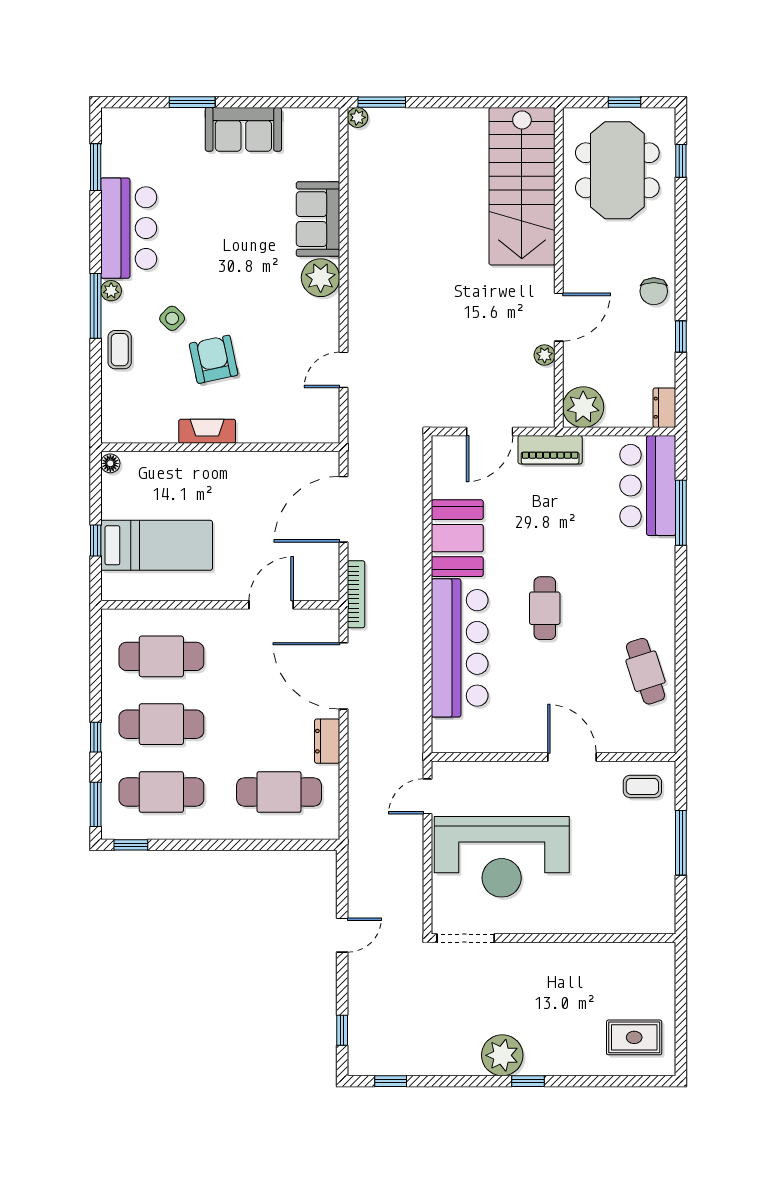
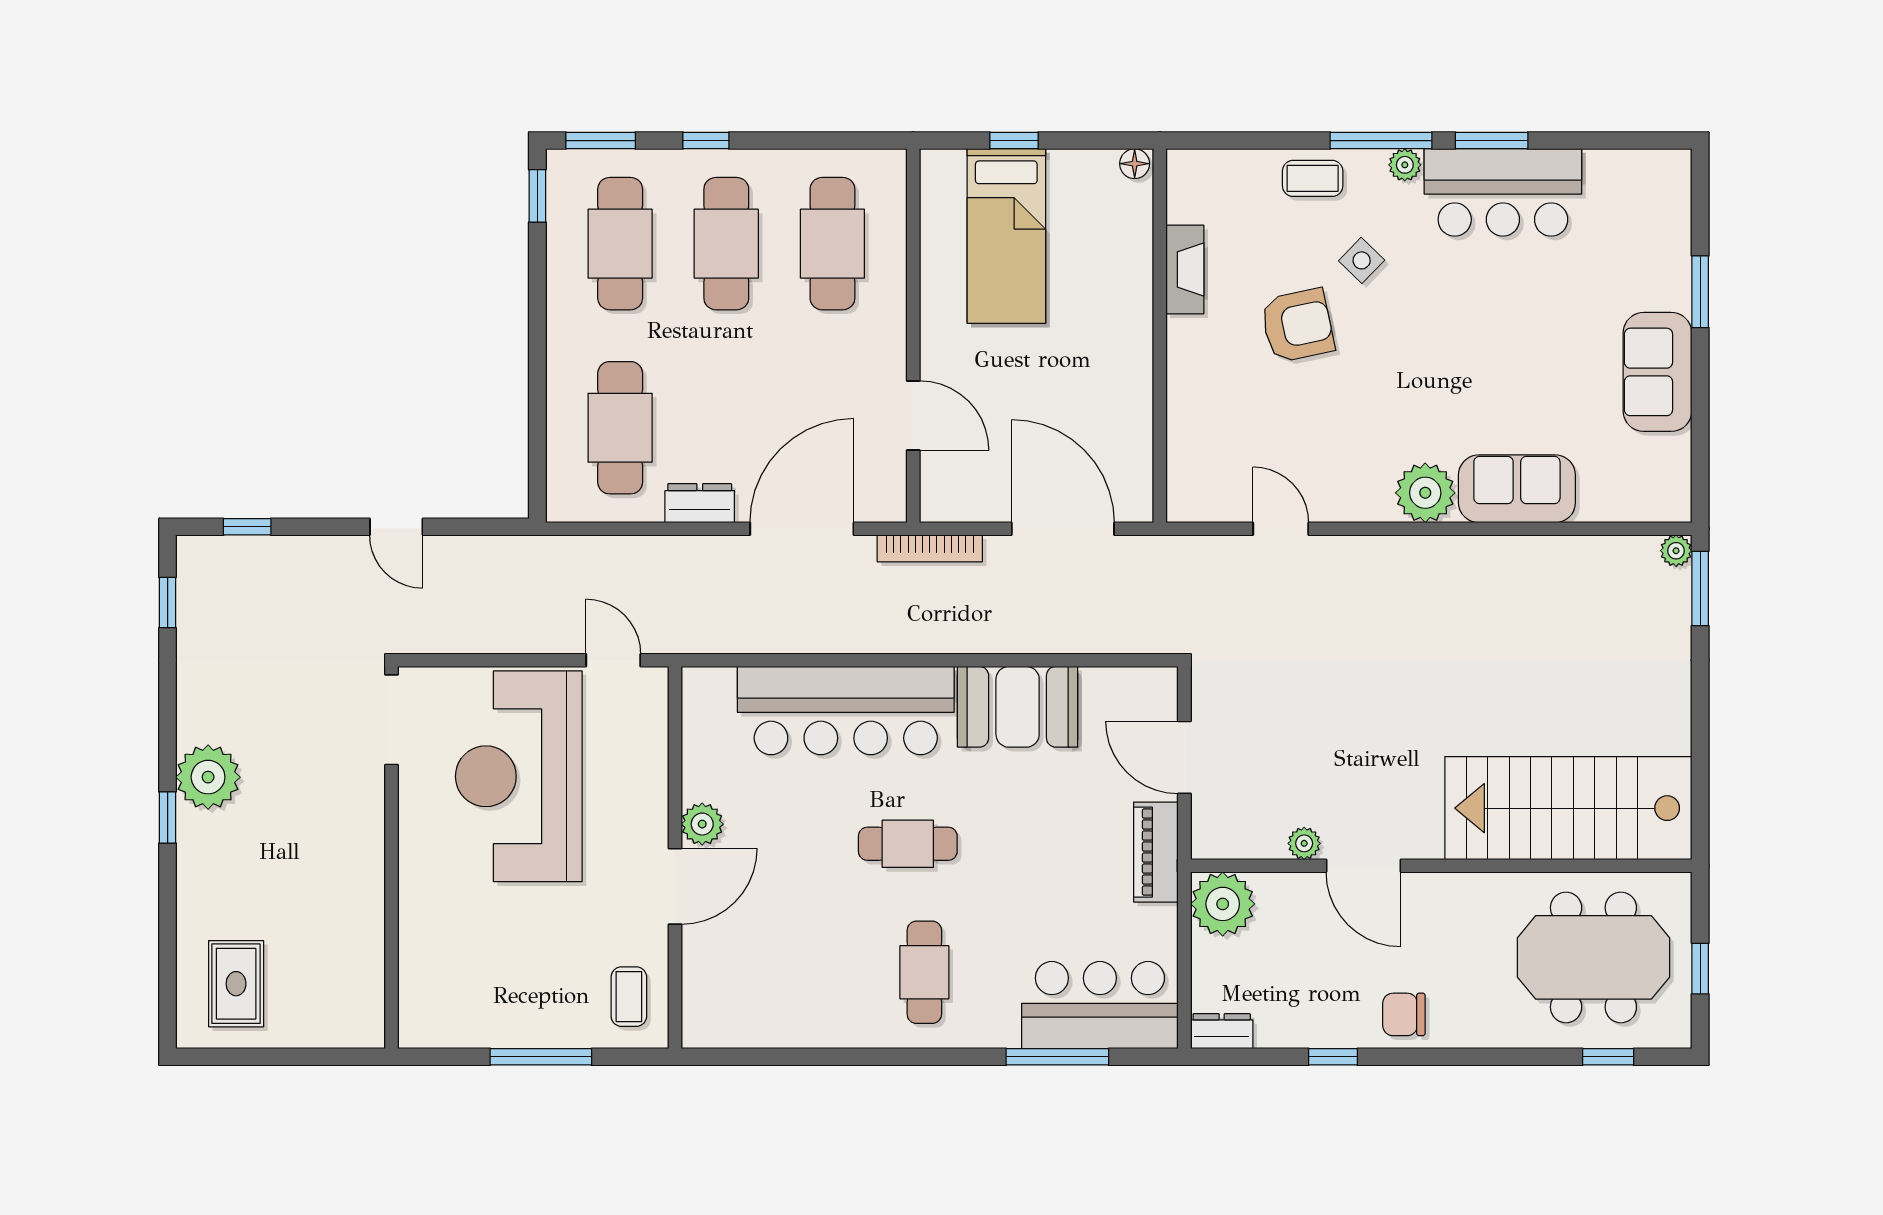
window: (96, 167) -> (1492, 141), moved
fireplace: (207, 431) -> (1185, 269), moved
cafe table: (646, 671) -> (924, 972), moved, turned -72
plant: (532, 740) -> (702, 824), added

